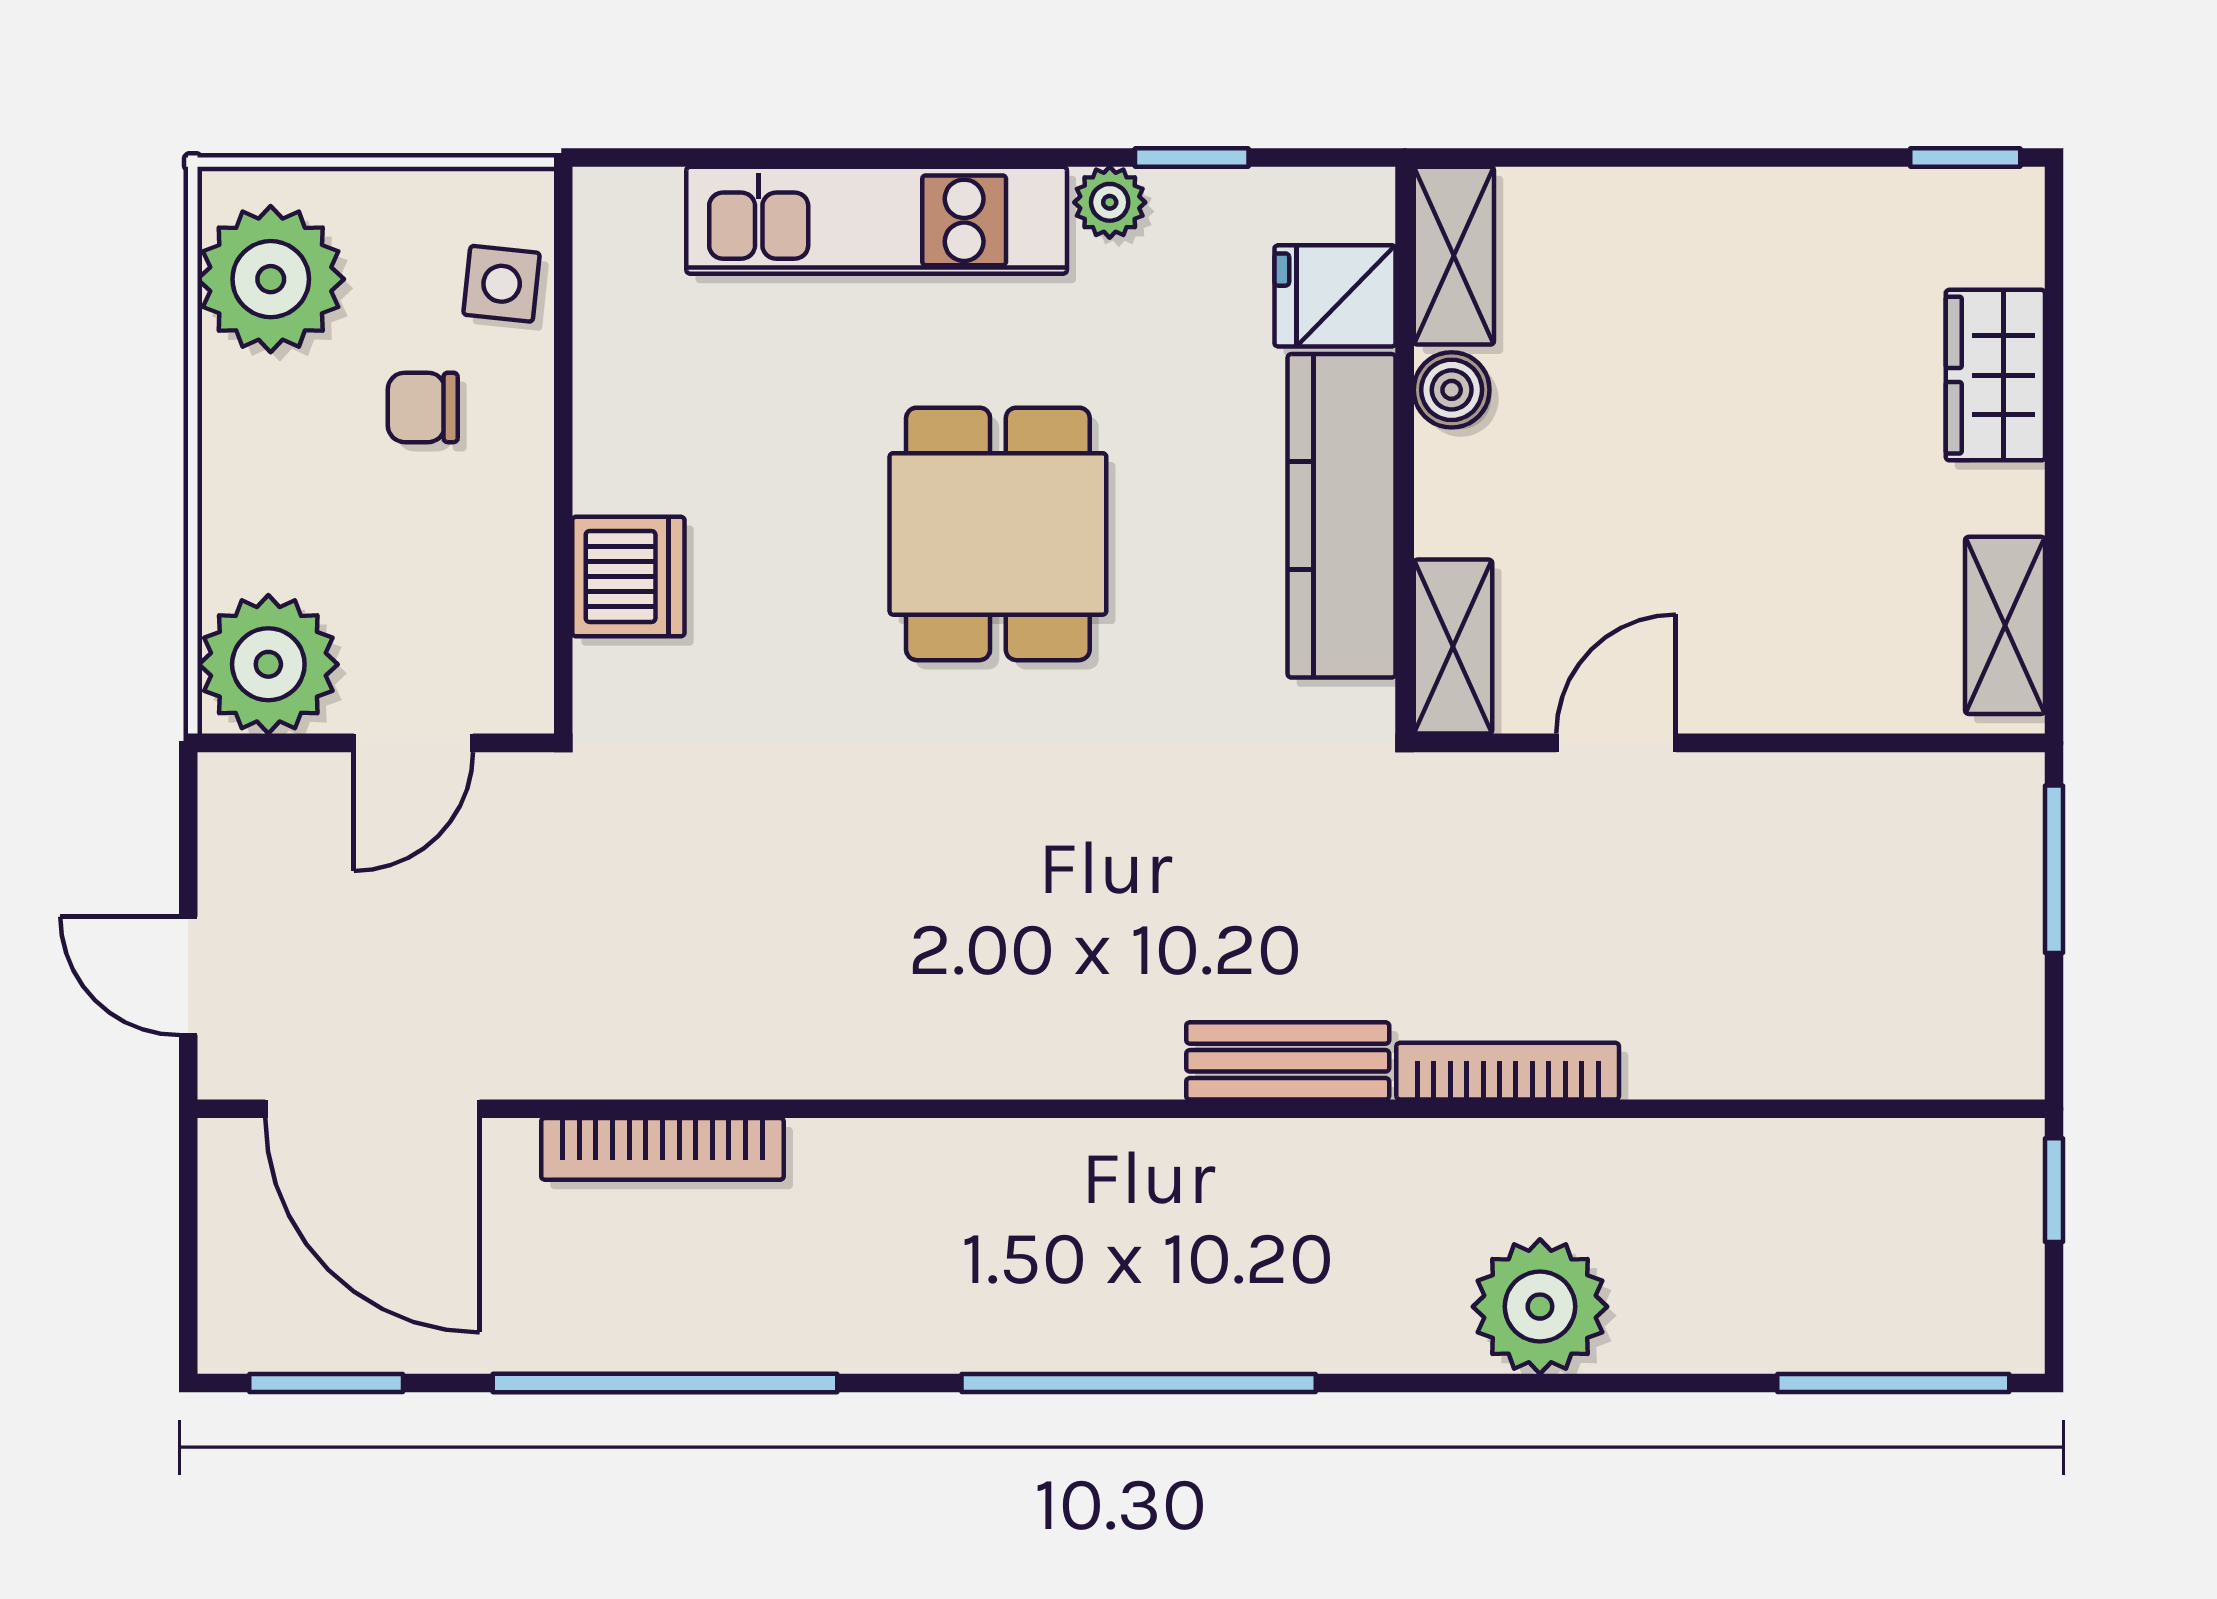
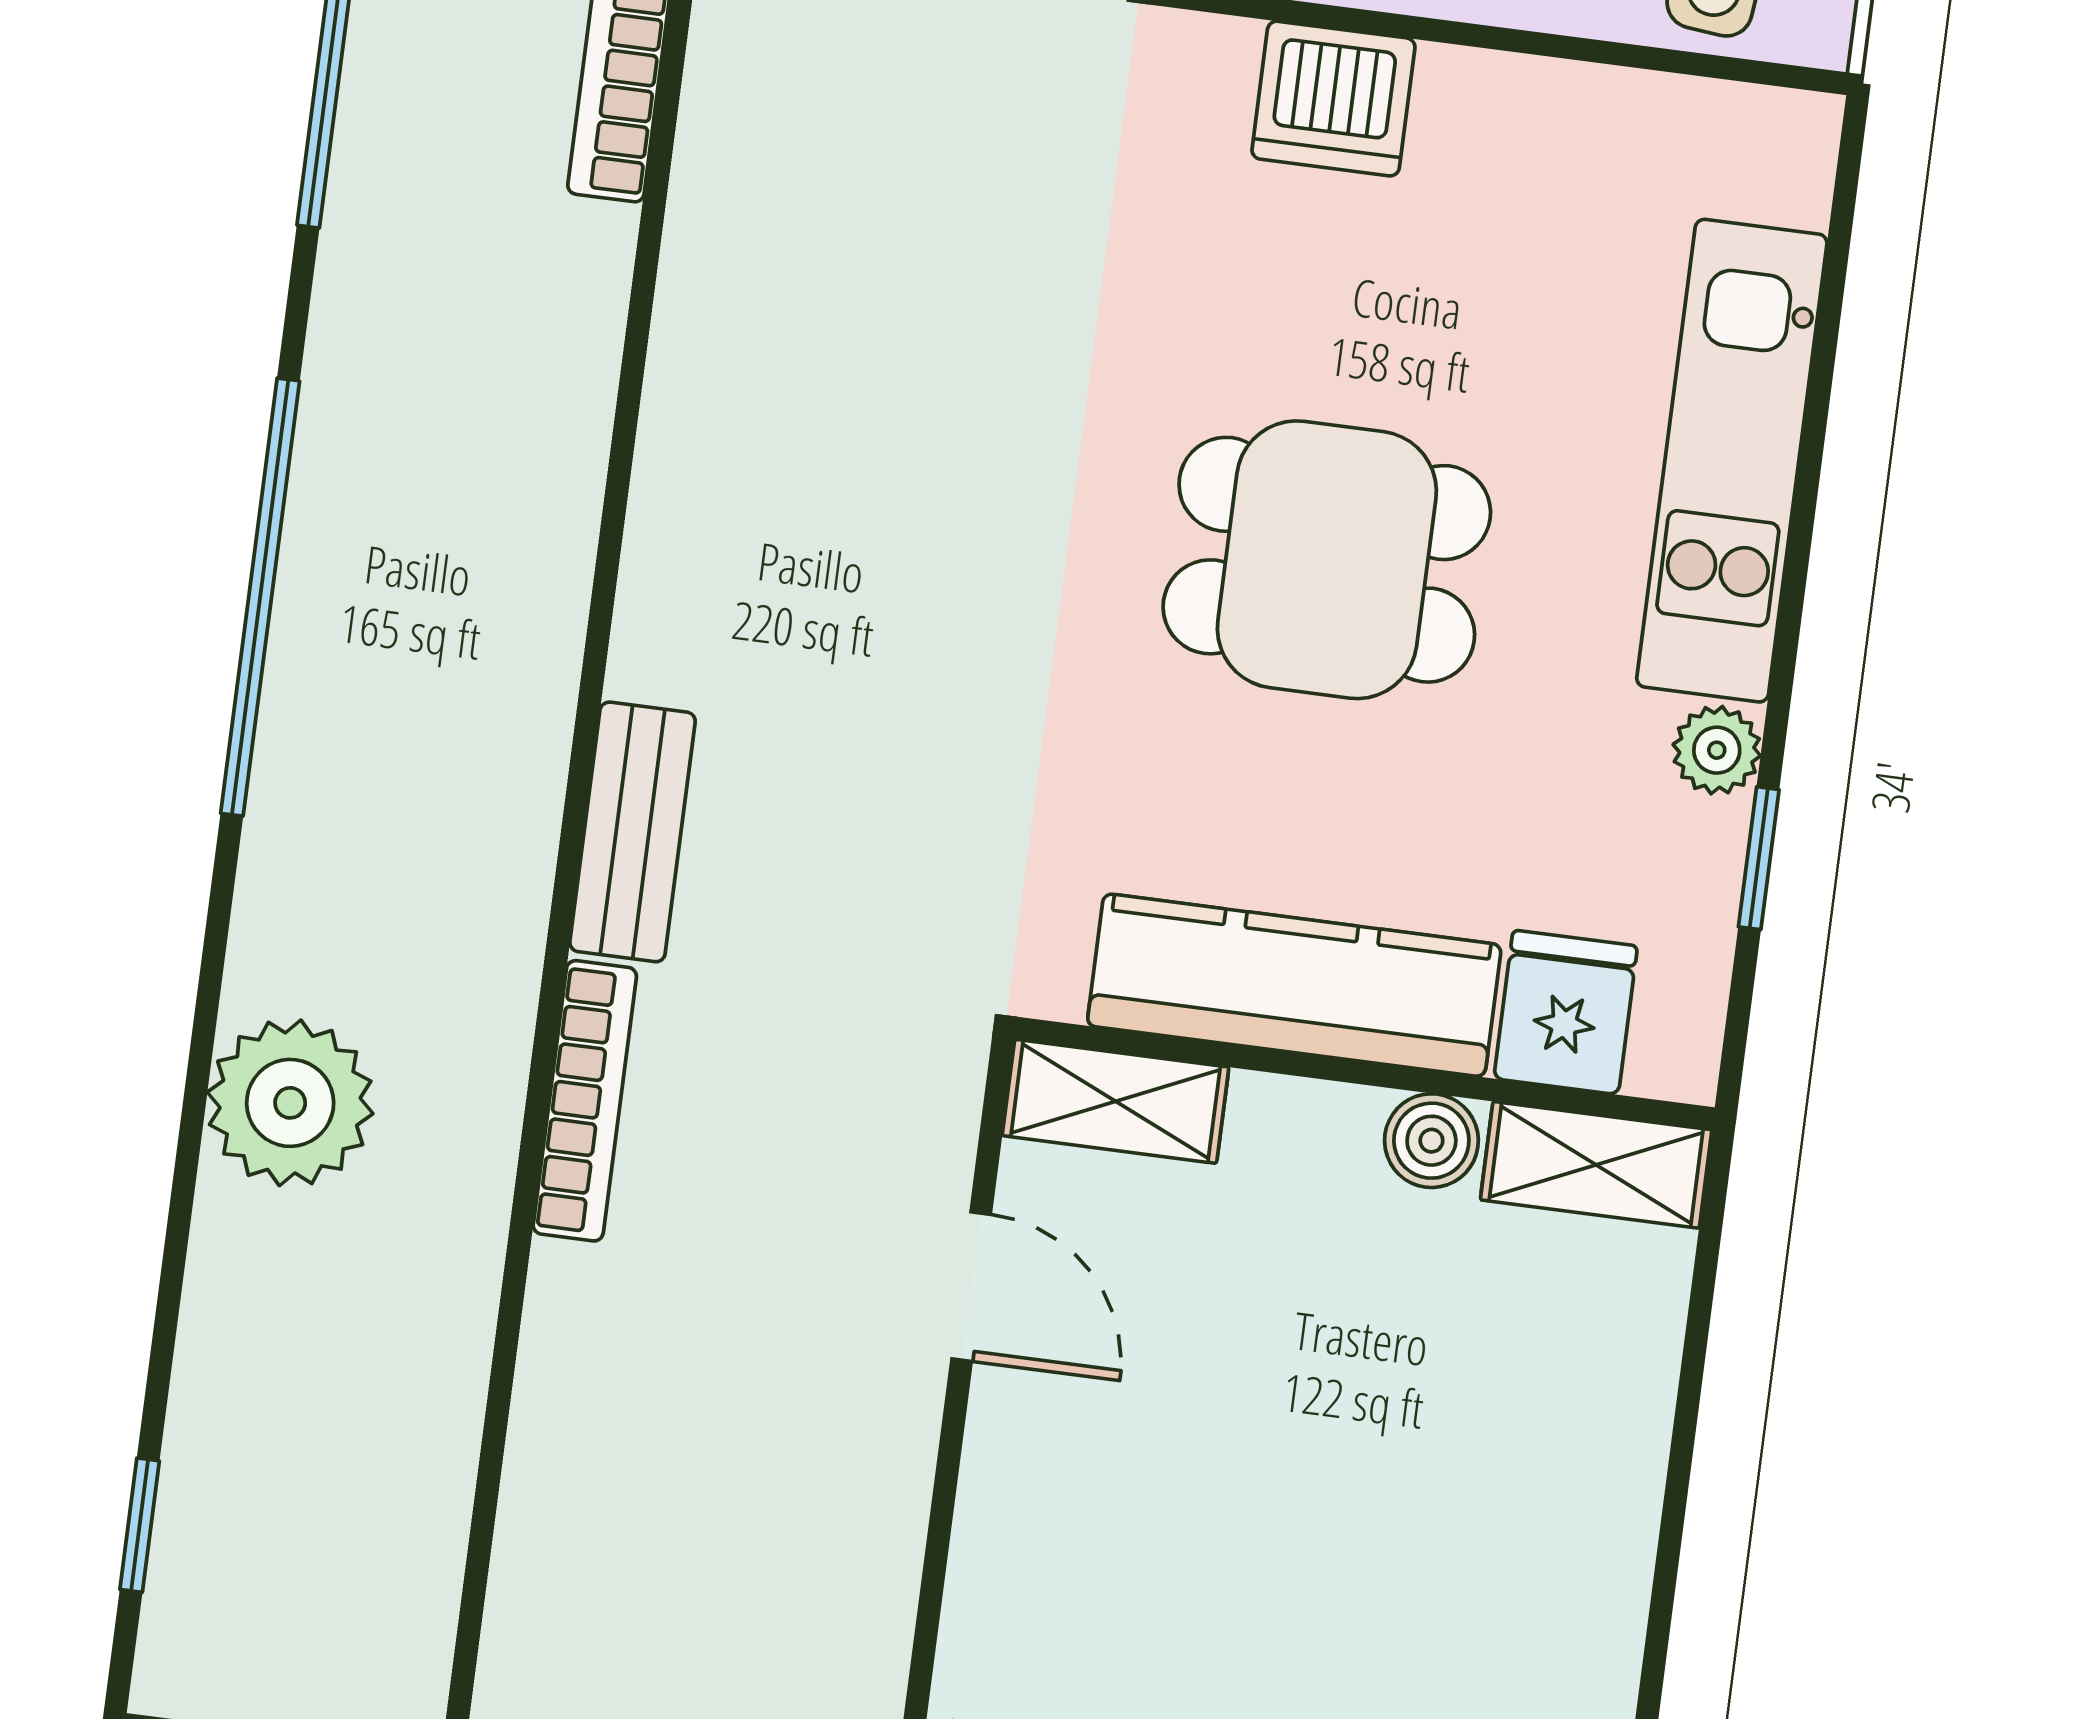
window: (1893, 1383) -> (140, 1525), width x0.46

